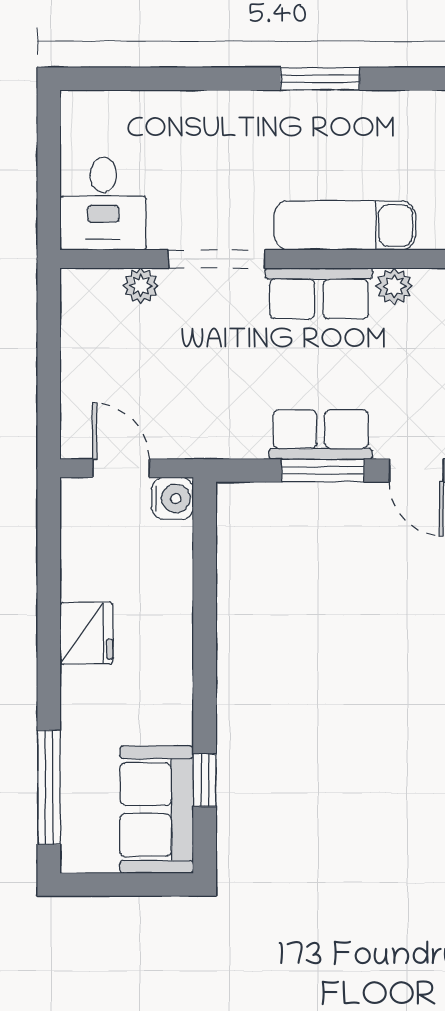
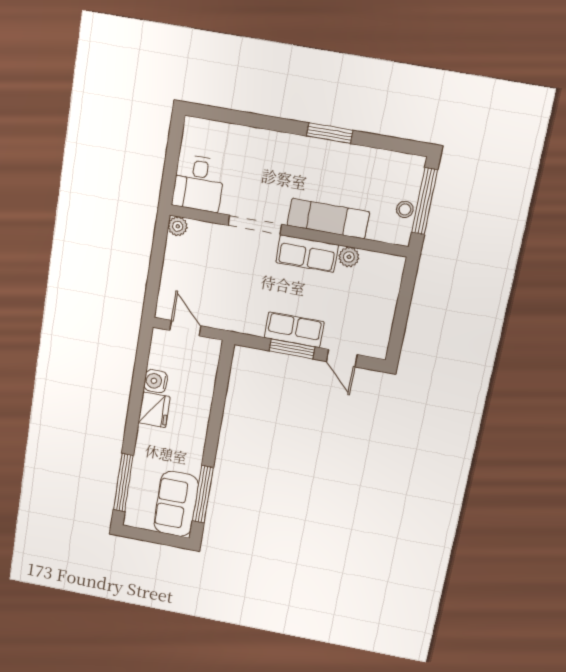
plant: (141, 286) -> (178, 226), moved
water cooler: (173, 499) -> (156, 381), moved, turned 180
window: (205, 780) -> (203, 494), width x2.17

